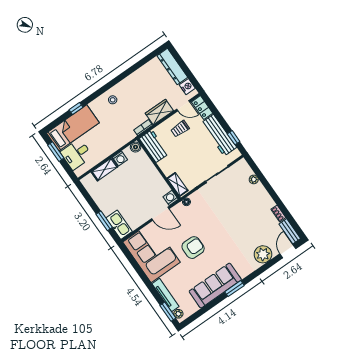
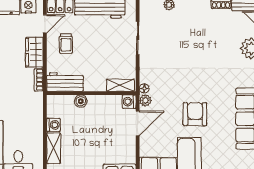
boiler: (136, 147) -> (81, 101), moved
plant: (179, 208) -> (145, 100), added

